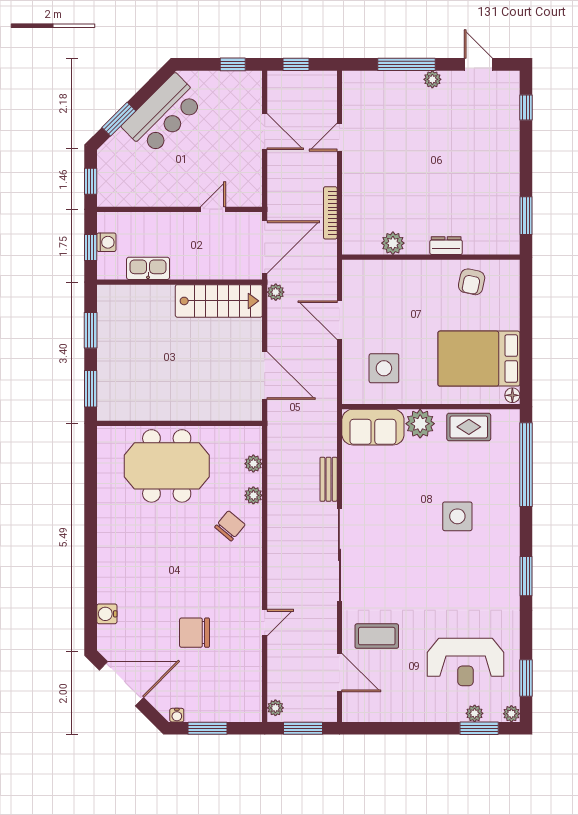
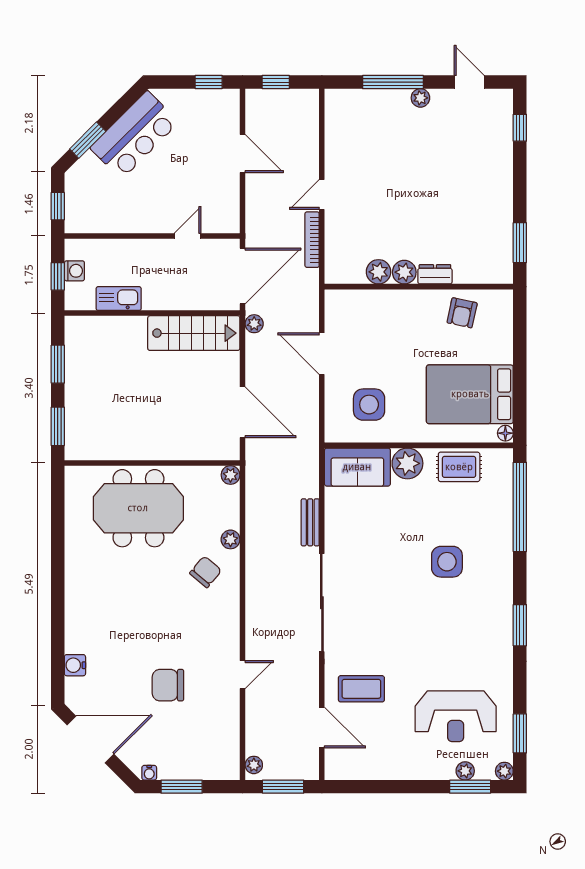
door: (339, 137) -> (322, 195), moved
plant: (417, 244) -> (404, 272), added
plant: (253, 464) -> (230, 475), moved

